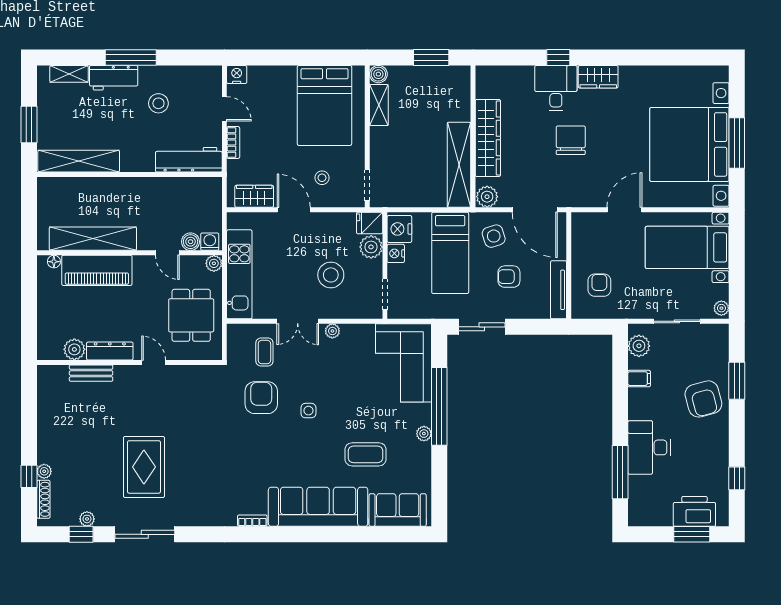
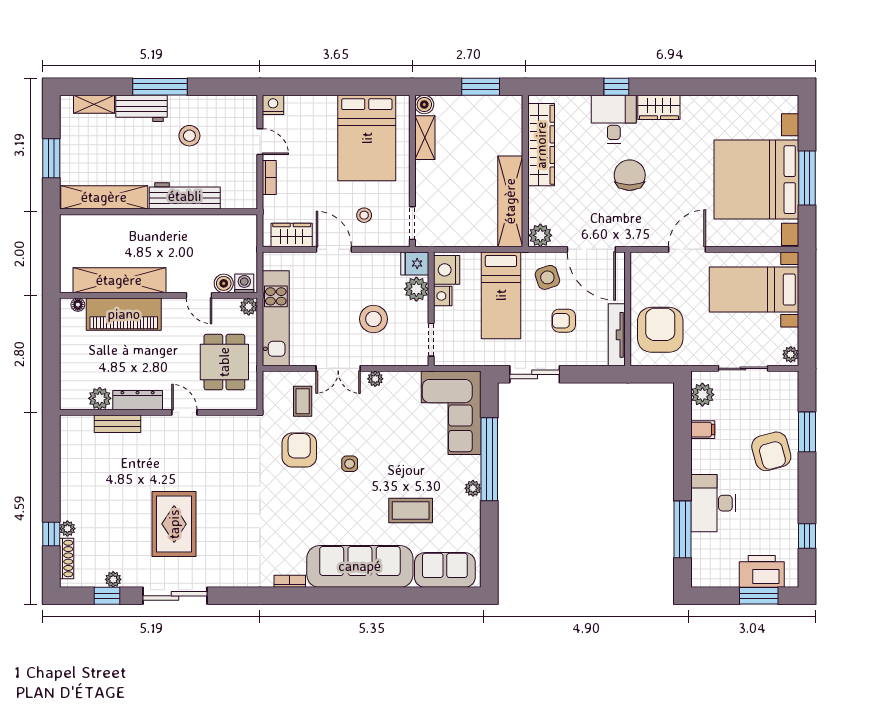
wardrobe: (488, 138) -> (541, 145), moved
workbench: (189, 160) -> (185, 196), moved
armchair: (599, 285) -> (660, 330), width x1.88, depth x1.88

